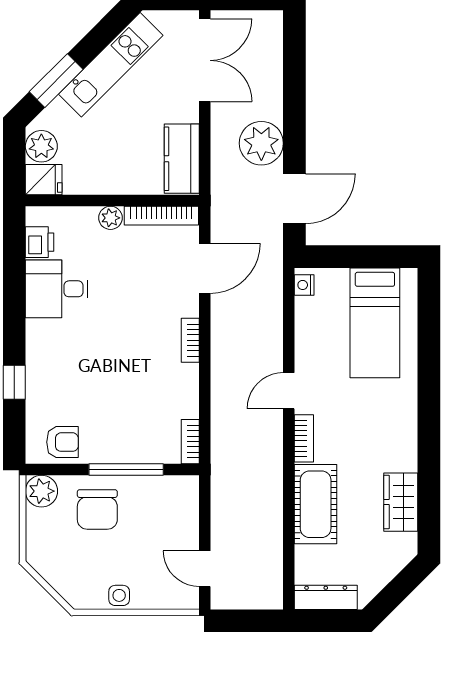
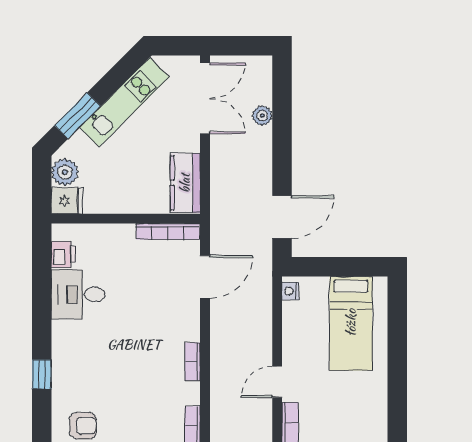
plant: (261, 143) -> (262, 116), moved, width x0.53, depth x0.53
plant: (110, 218) -> (124, 233), removed
bookcase: (190, 340) -> (193, 362), moved

